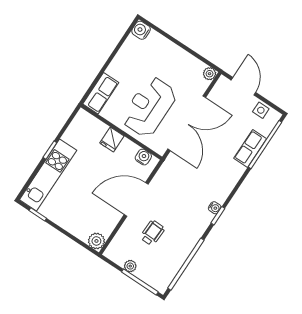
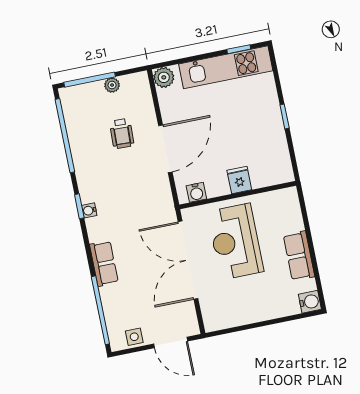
plant: (210, 74) -> (211, 324), removed
row of seats: (101, 93) -> (299, 256), moved
reception desk: (149, 107) -> (235, 242), turned 180
row of seats: (250, 148) -> (104, 263), moved
kitchen unit: (48, 175) -> (226, 67), moved, turned -90

